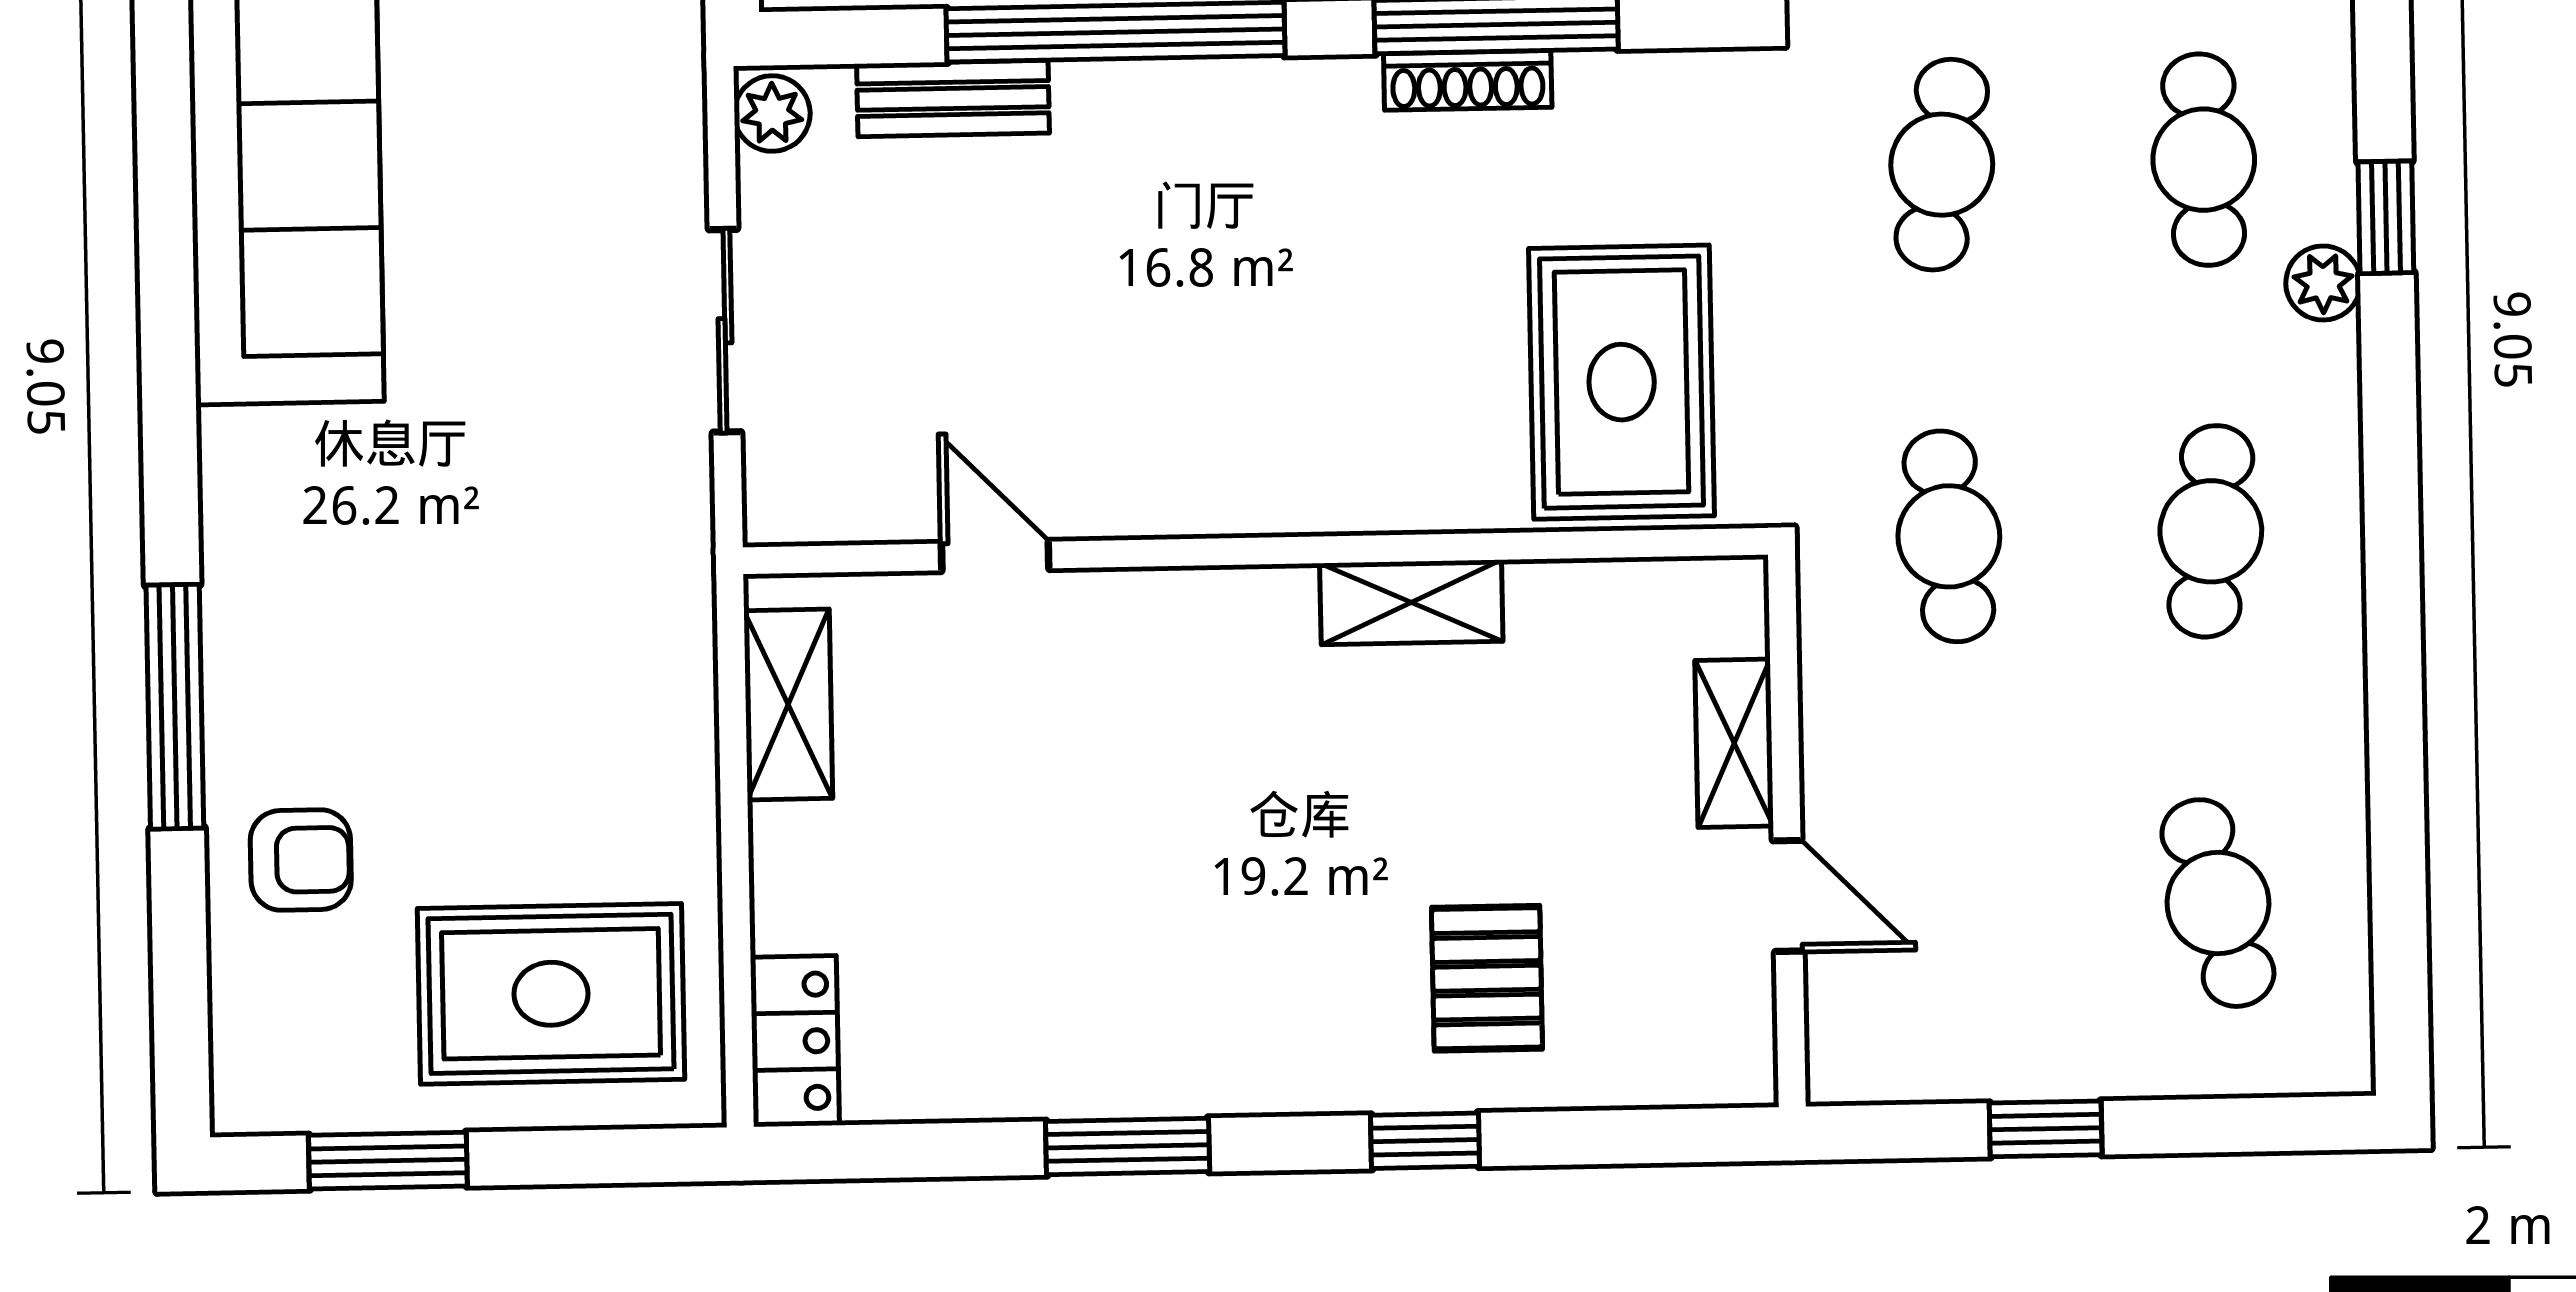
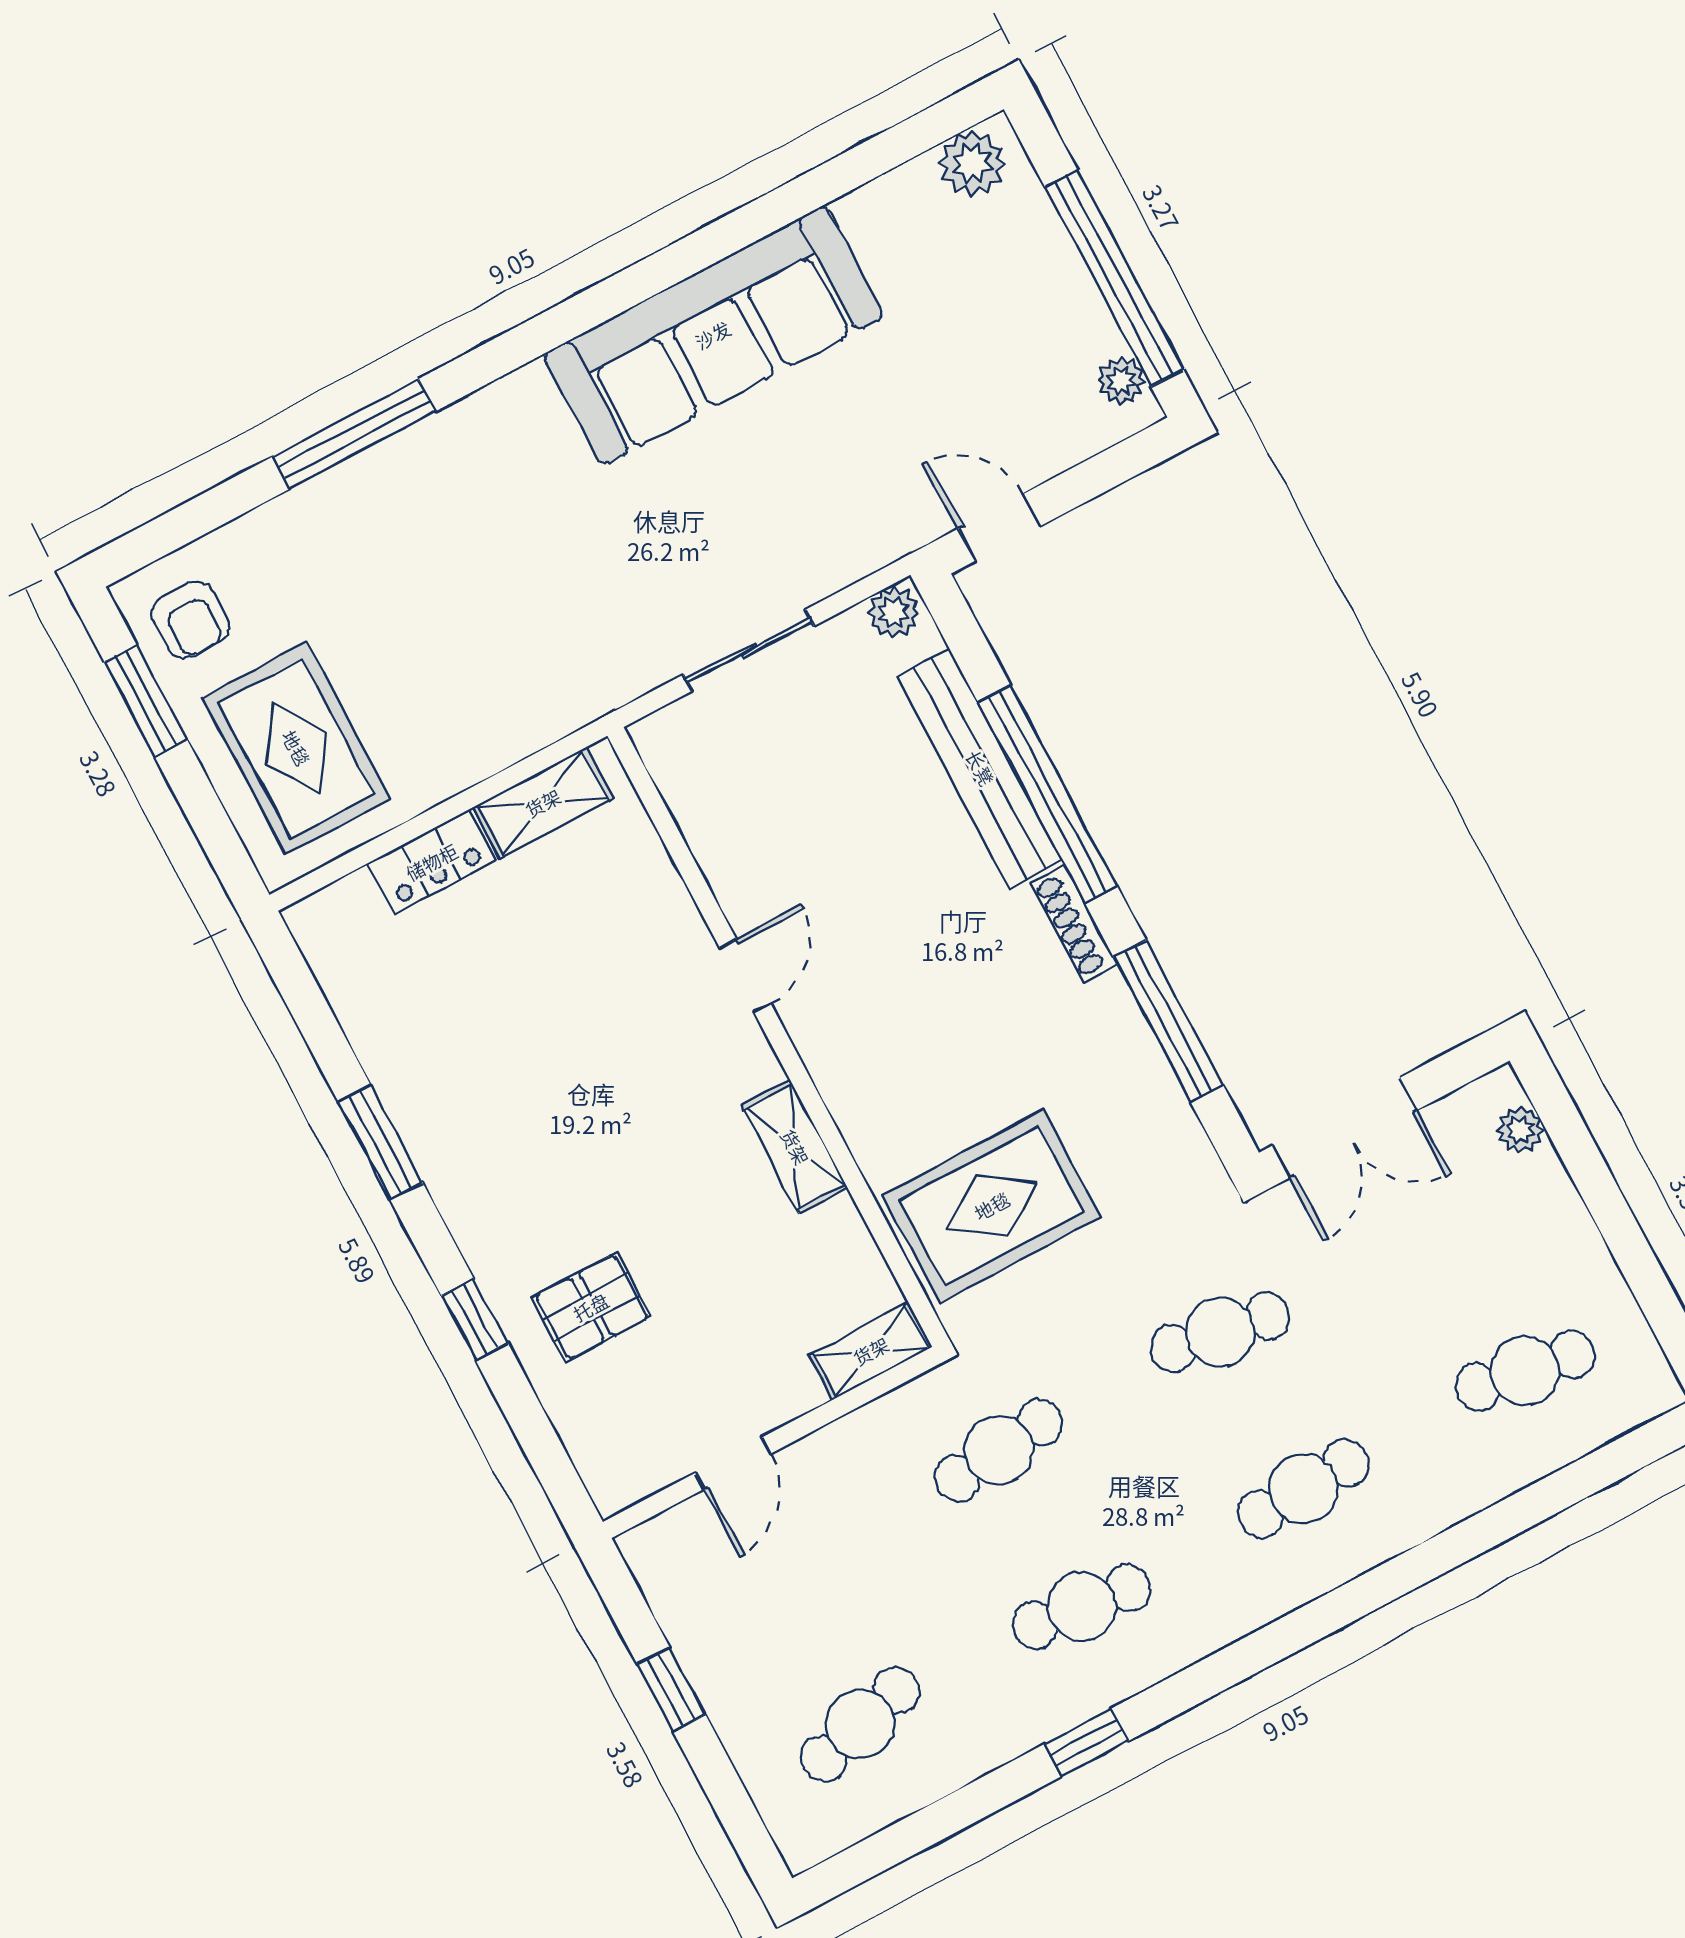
shoe rack: (1468, 80) -> (1074, 924), moved
bench: (953, 98) -> (980, 768), width x1.86, depth x1.21
window: (2386, 217) -> (1086, 1742), moved
plant: (2323, 283) -> (1266, 1598), removed
door: (995, 556) -> (745, 976), moved
shelving: (1734, 743) -> (871, 1351), moved
armchair: (301, 860) -> (190, 620), moved
locker: (795, 1041) -> (432, 862), moved

